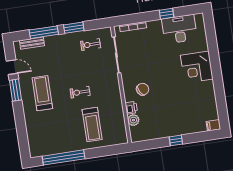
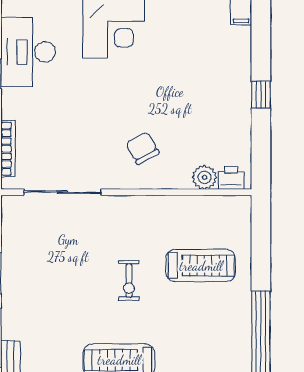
exercise bike: (91, 45) -> (32, 243), removed
printer: (131, 108) -> (231, 178), moved

